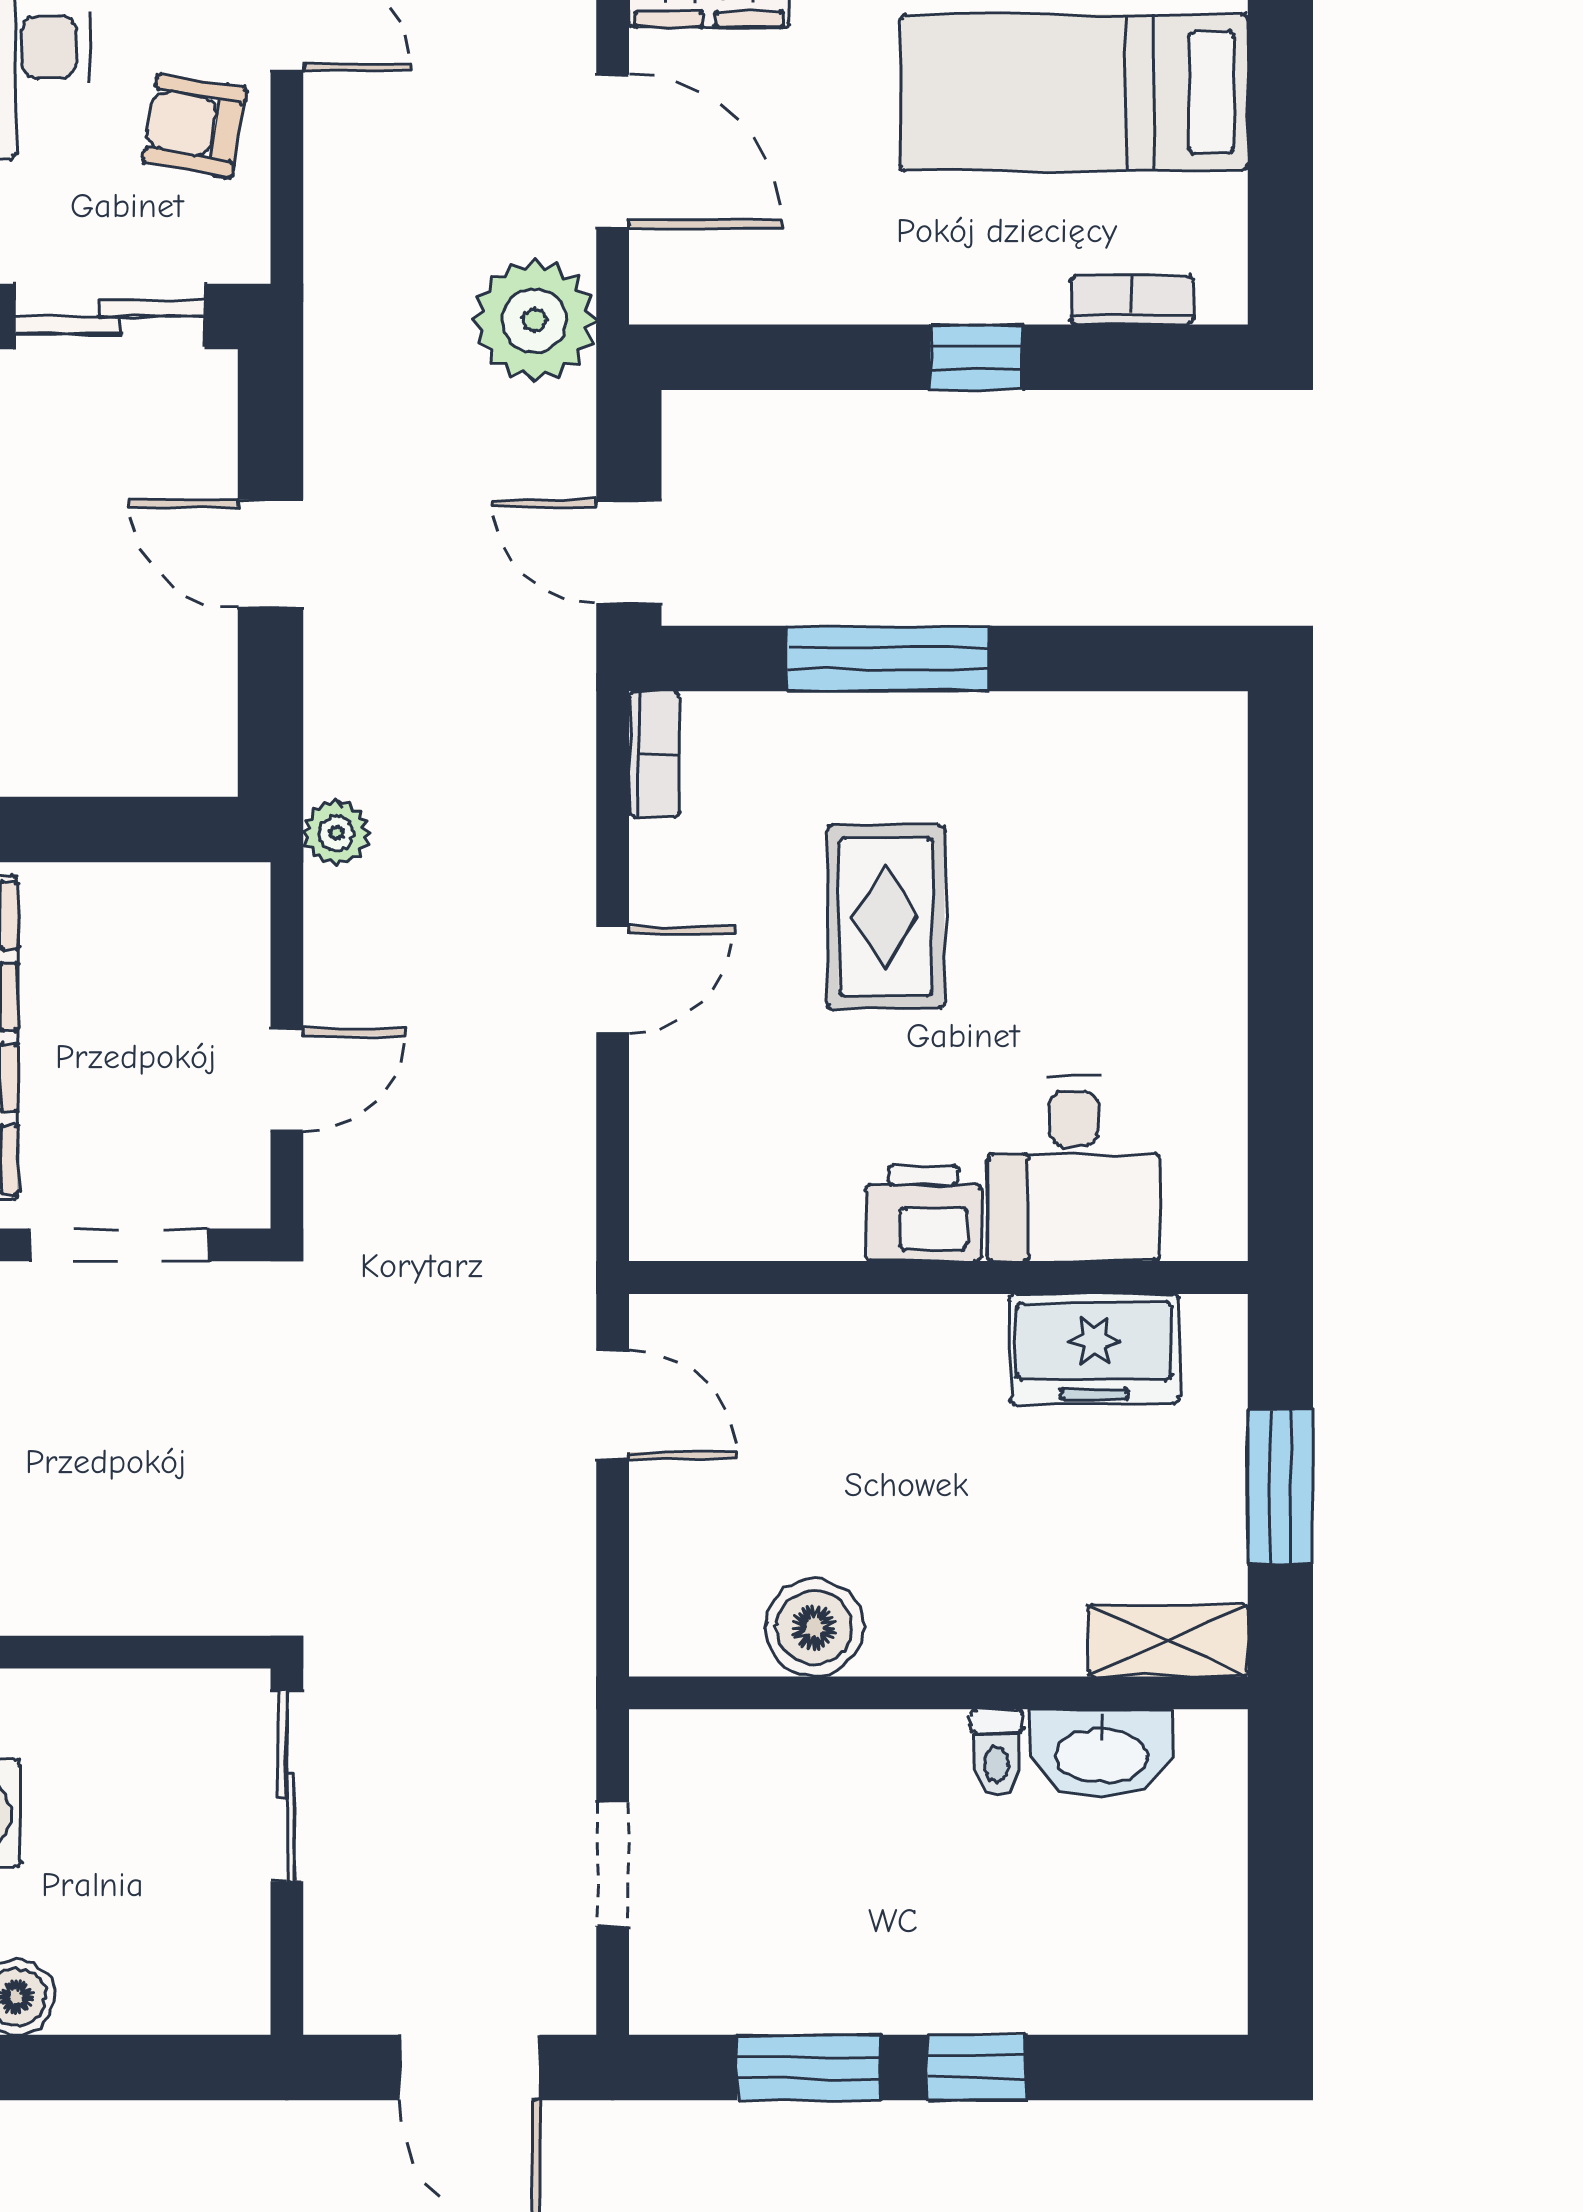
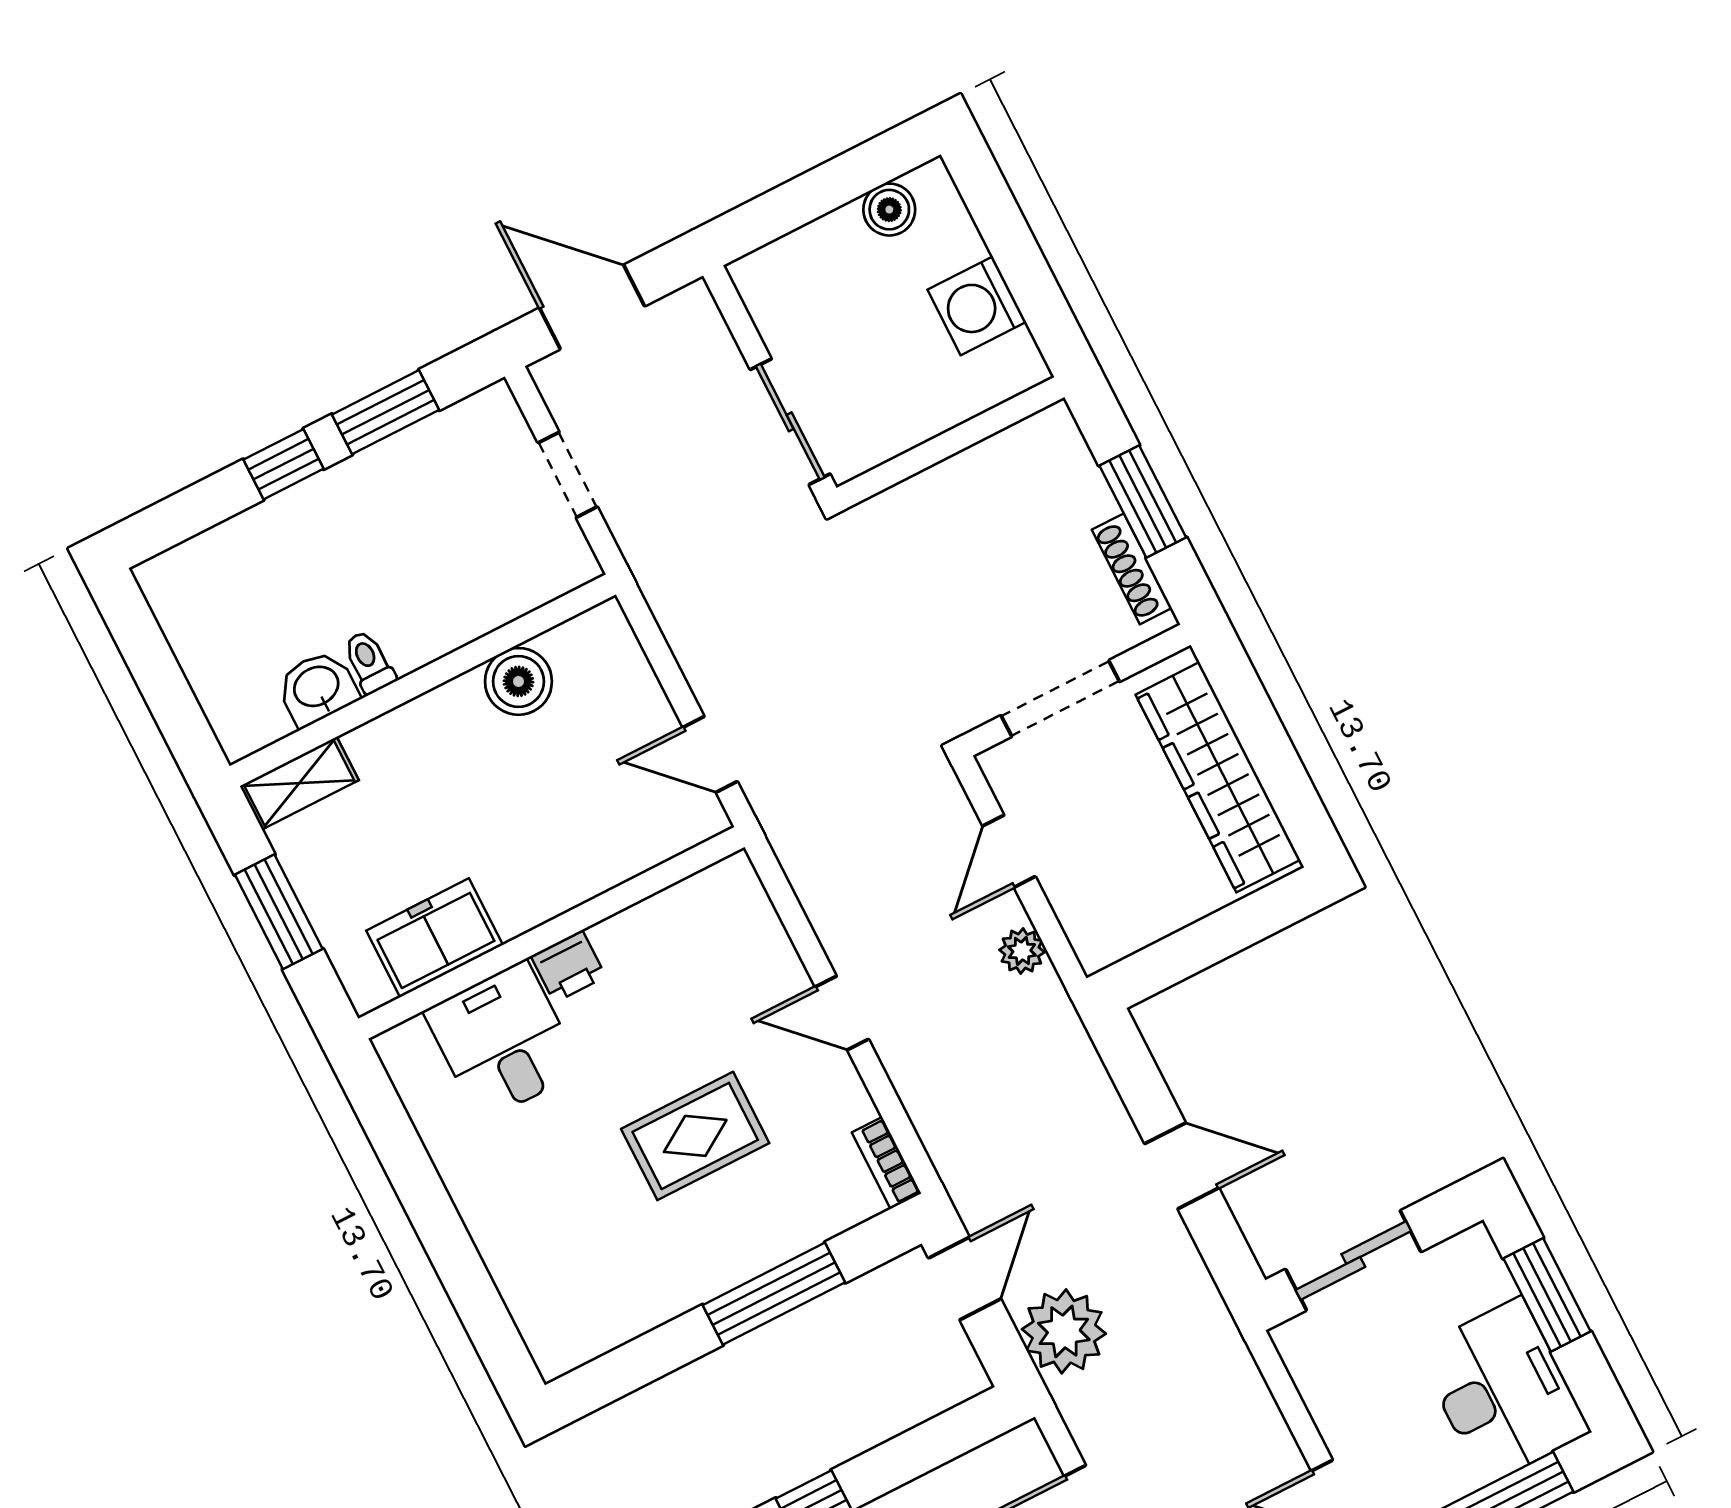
armchair: (195, 125) -> (1361, 1403), removed
plant: (535, 320) -> (1064, 1331), moved
door: (629, 552) -> (965, 1278), hinge flipped
plant: (336, 833) -> (1022, 951), moved
rug: (886, 917) -> (695, 1136), turned 90
door: (613, 980) -> (842, 1013), hinge flipped
printer: (923, 1213) -> (568, 966), width x0.73, depth x0.81
washbasin: (1101, 1753) -> (317, 688), width x0.72

